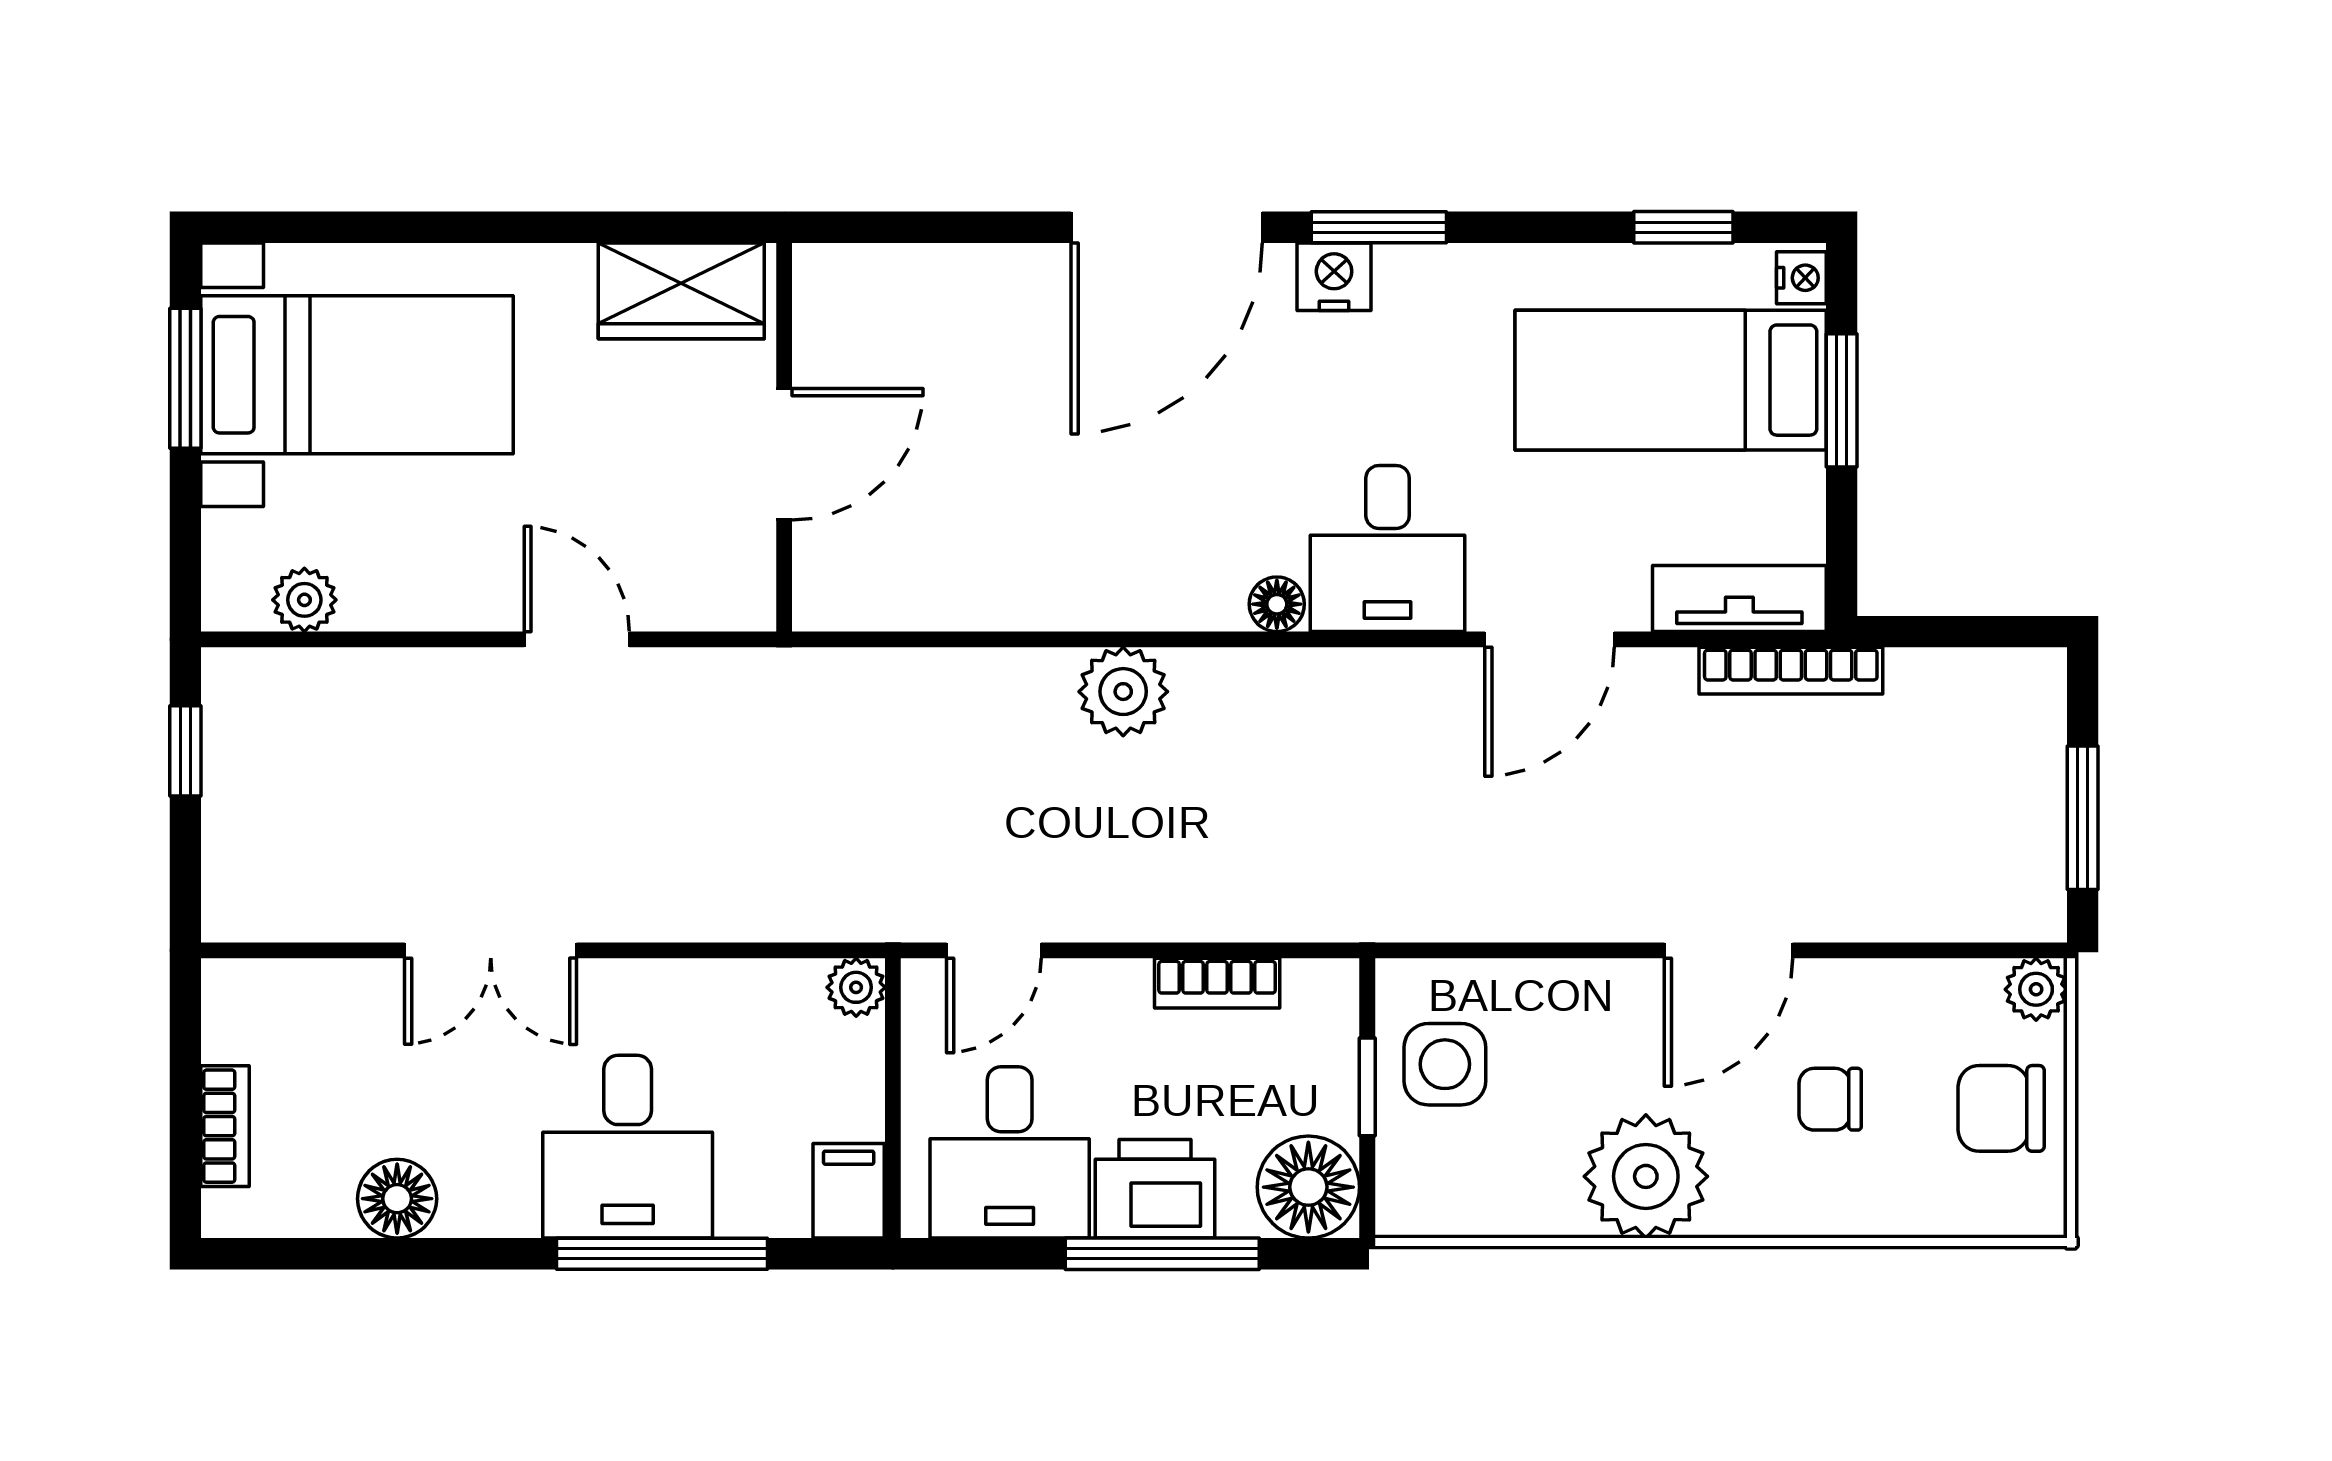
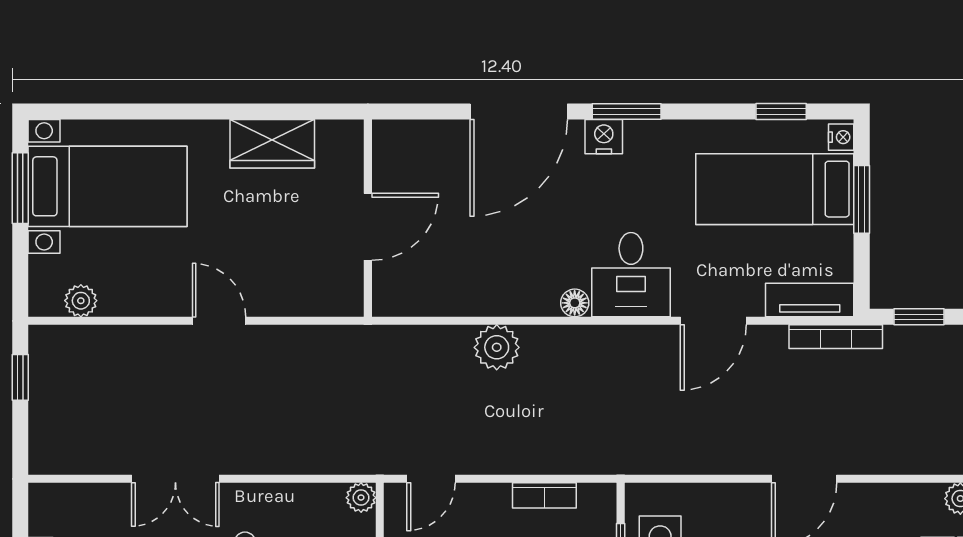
wall: (784, 437) -> (368, 218), moved
door: (784, 454) -> (368, 227), moved
window: (1955, 632) -> (919, 317), added

